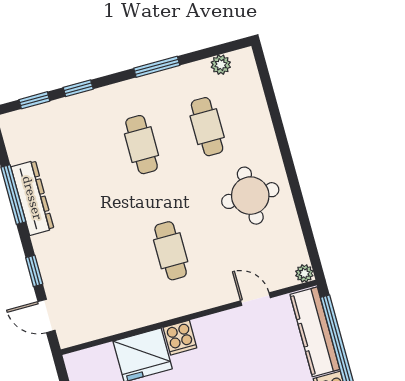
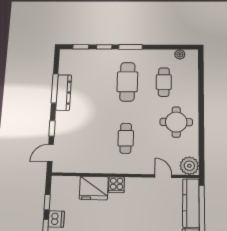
window: (157, 67) -> (131, 47), moved
cafe table: (142, 145) -> (127, 82), width x1.37, depth x1.35
plant: (304, 273) -> (189, 166), width x1.88, depth x1.88
door: (47, 316) -> (50, 153), hinge flipped

